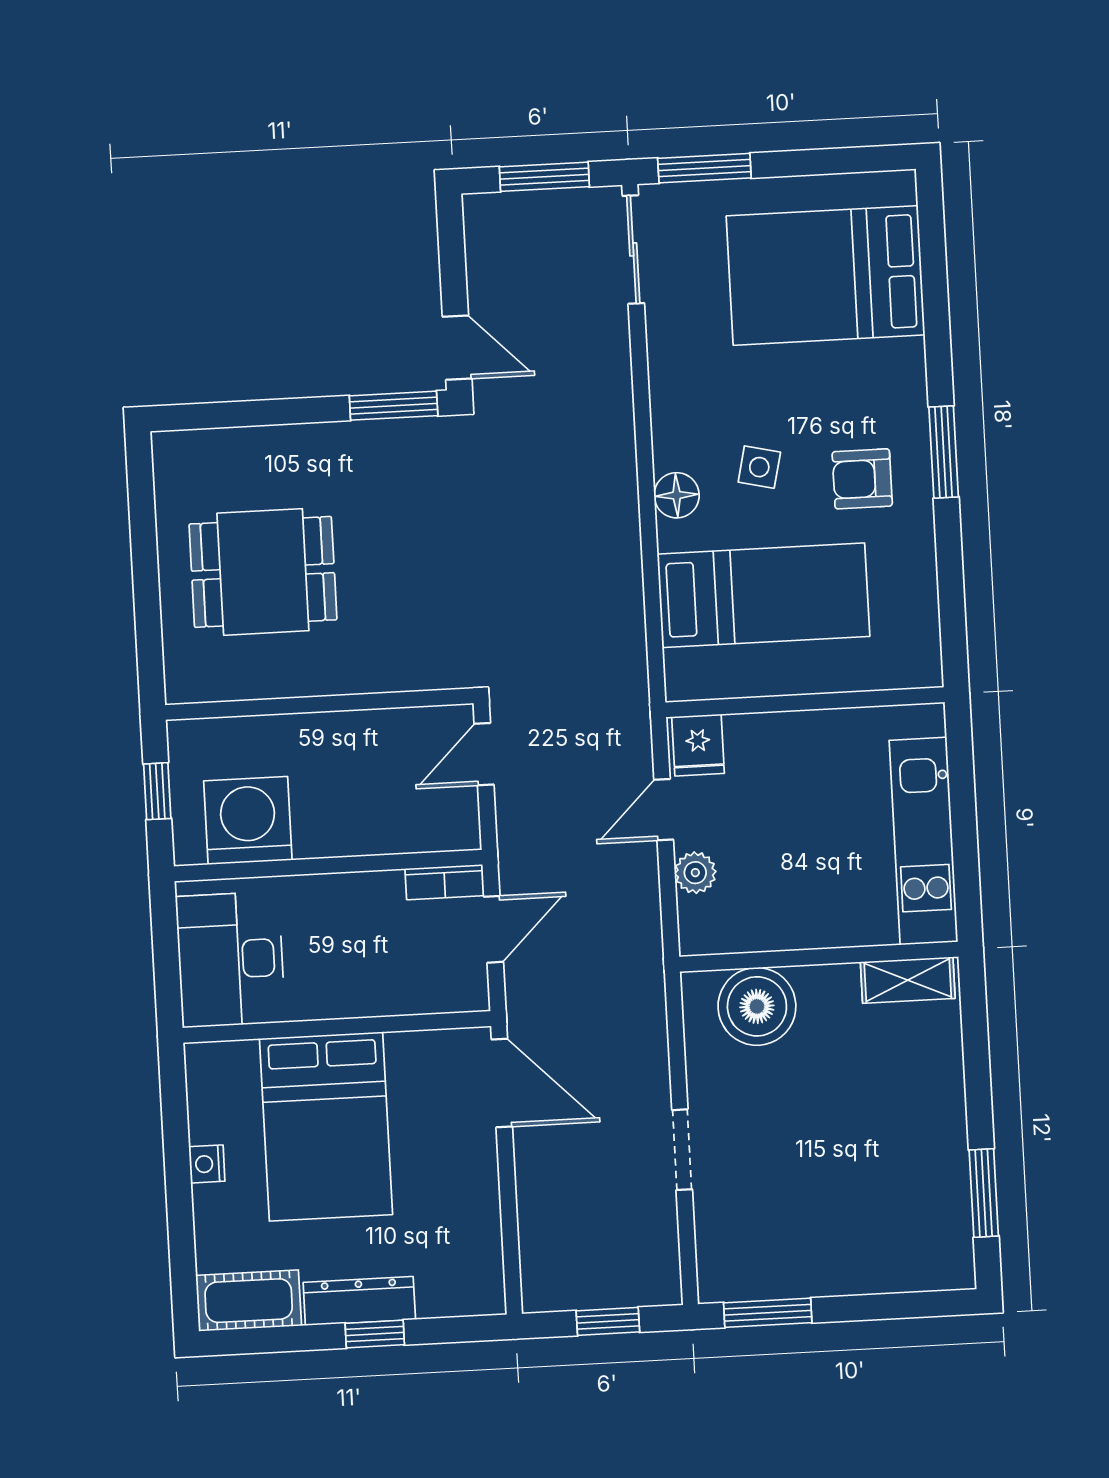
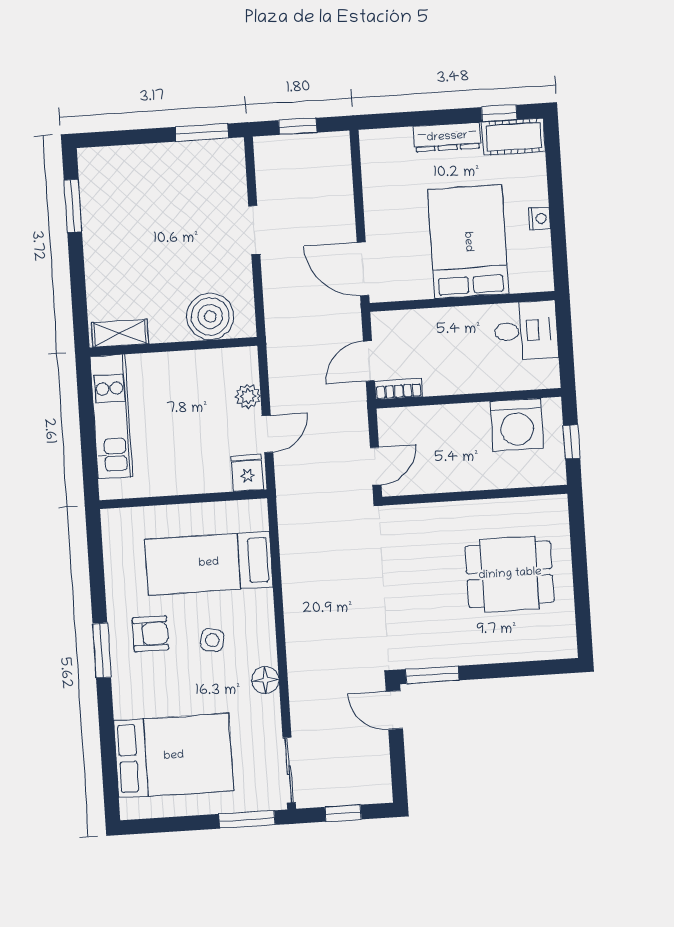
window: (544, 177) -> (343, 813), width x0.67
floor lamp: (677, 495) -> (265, 680), moved
desk: (230, 959) -> (526, 331), width x0.73
window: (375, 1334) -> (499, 113), moved

